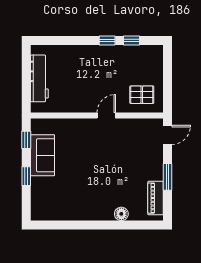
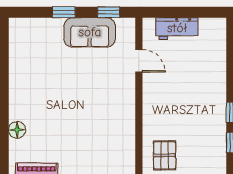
workbench: (39, 78) -> (177, 28), width x0.73
door: (106, 115) -> (139, 61), moved

